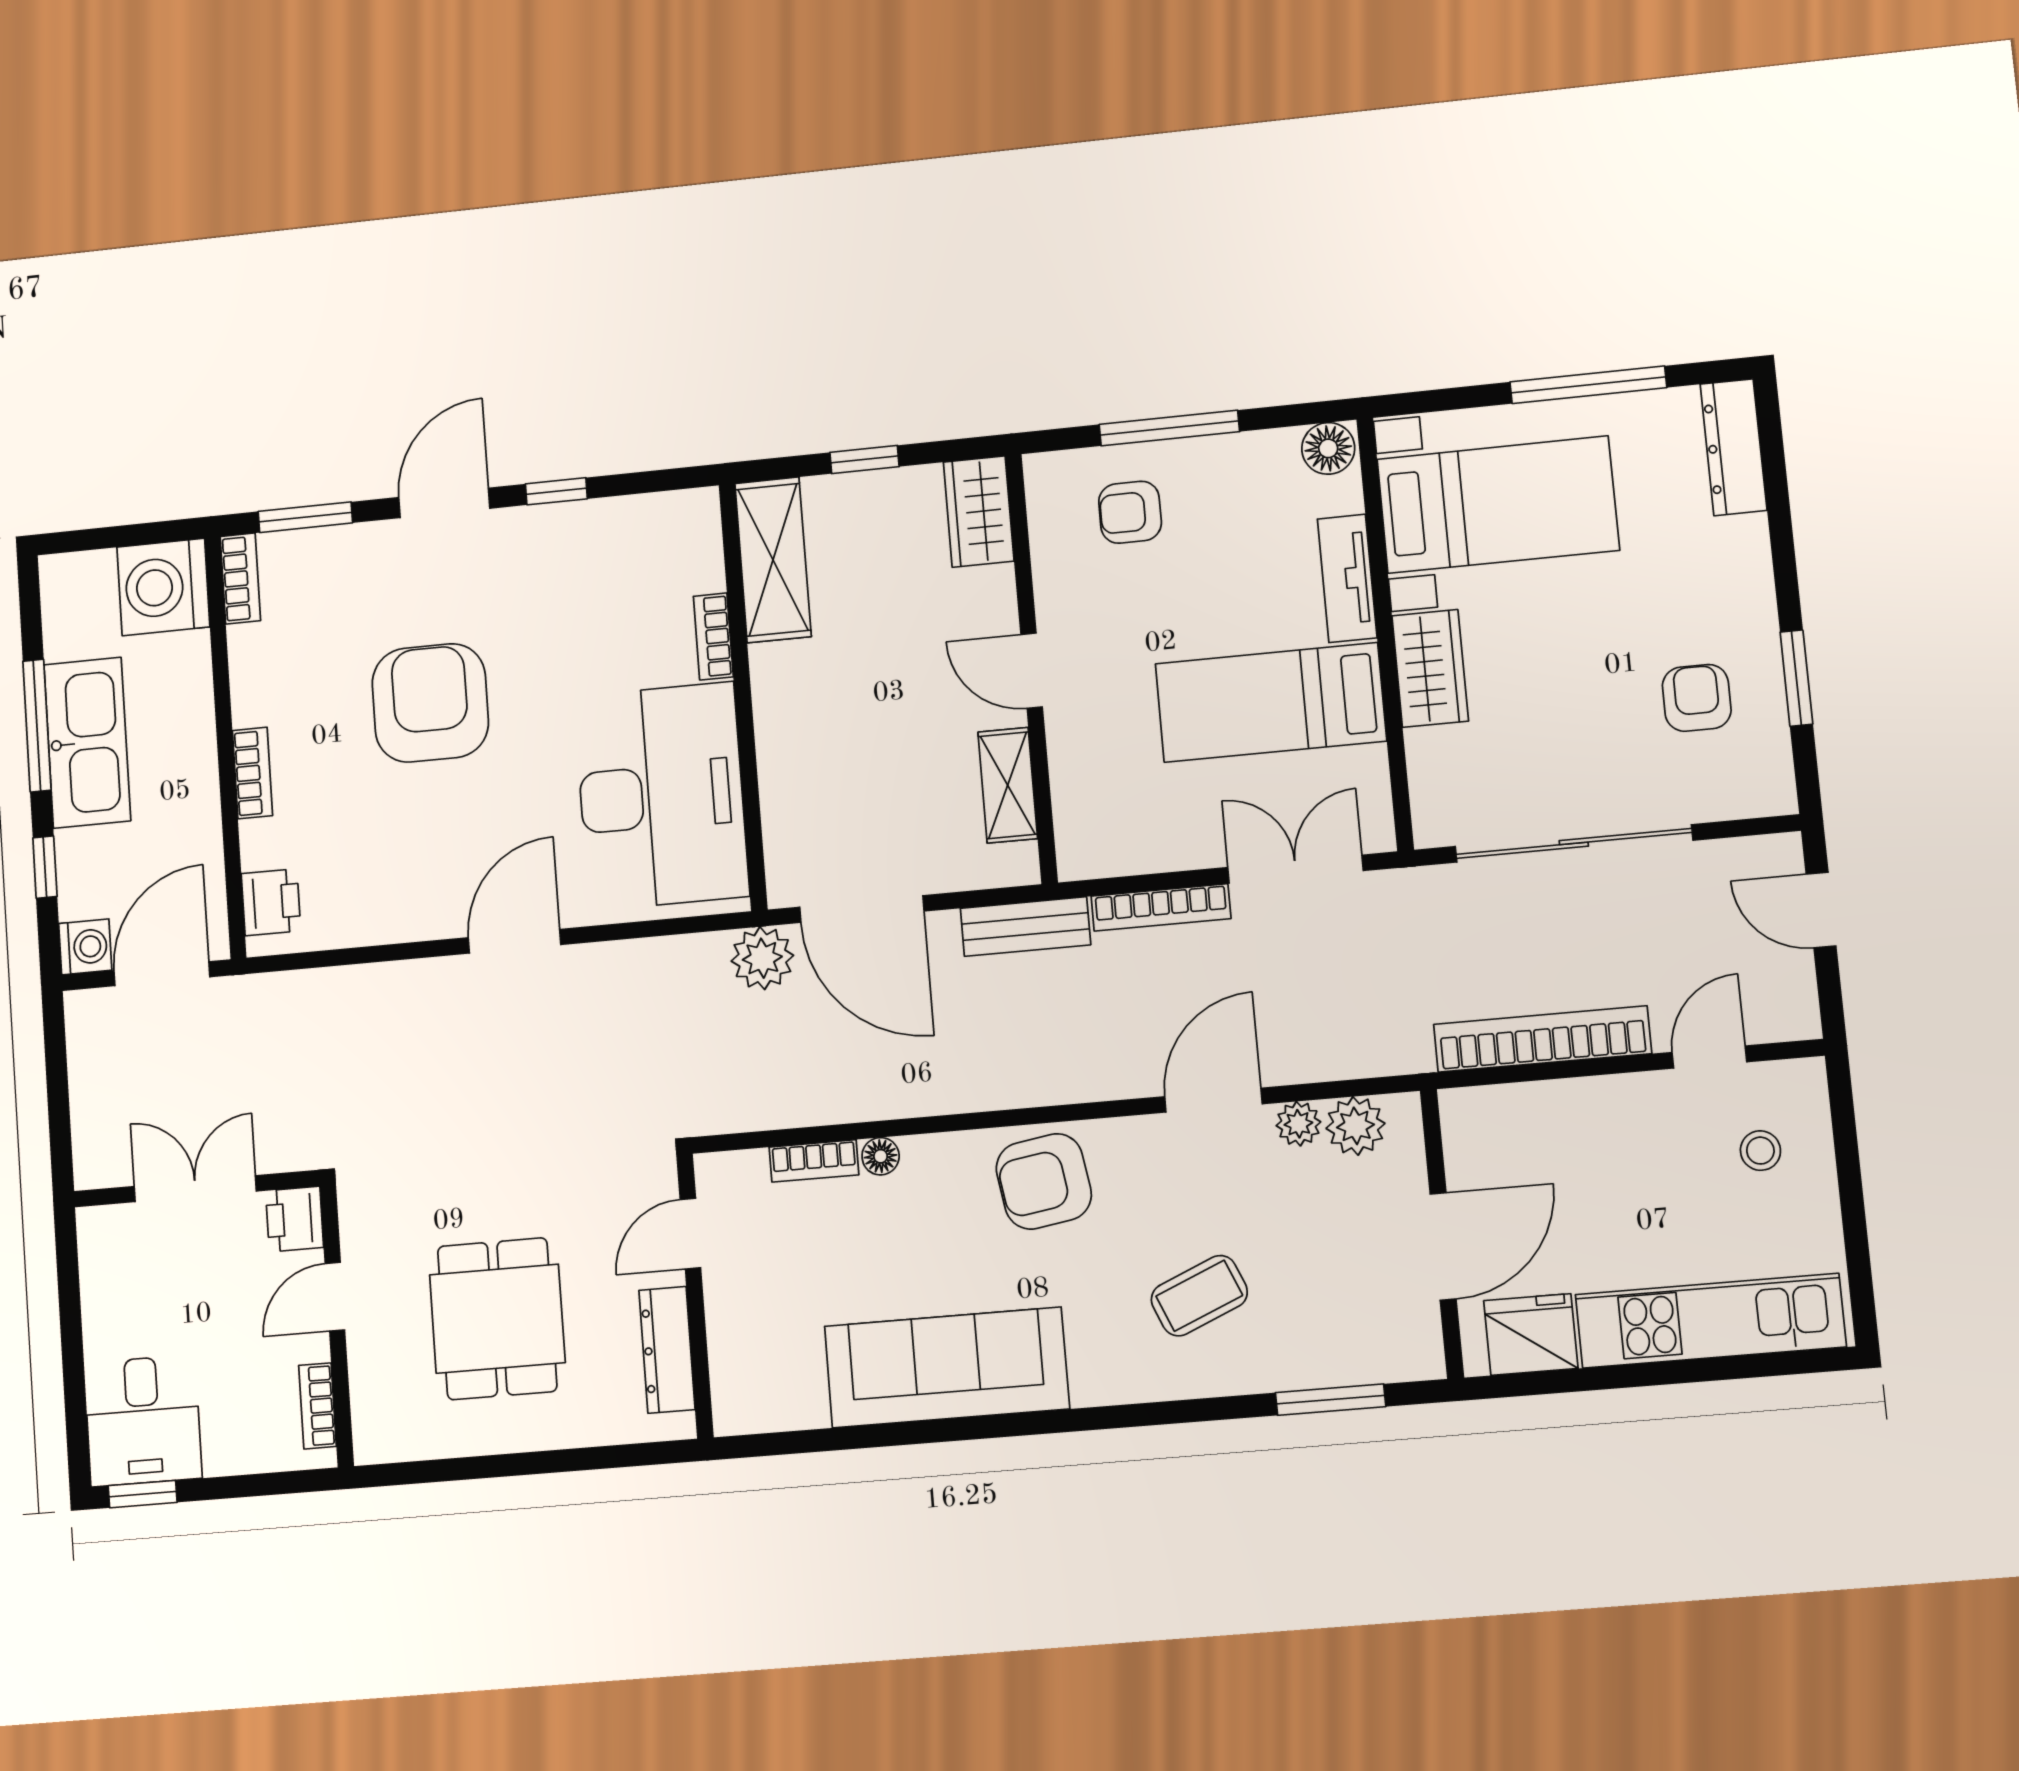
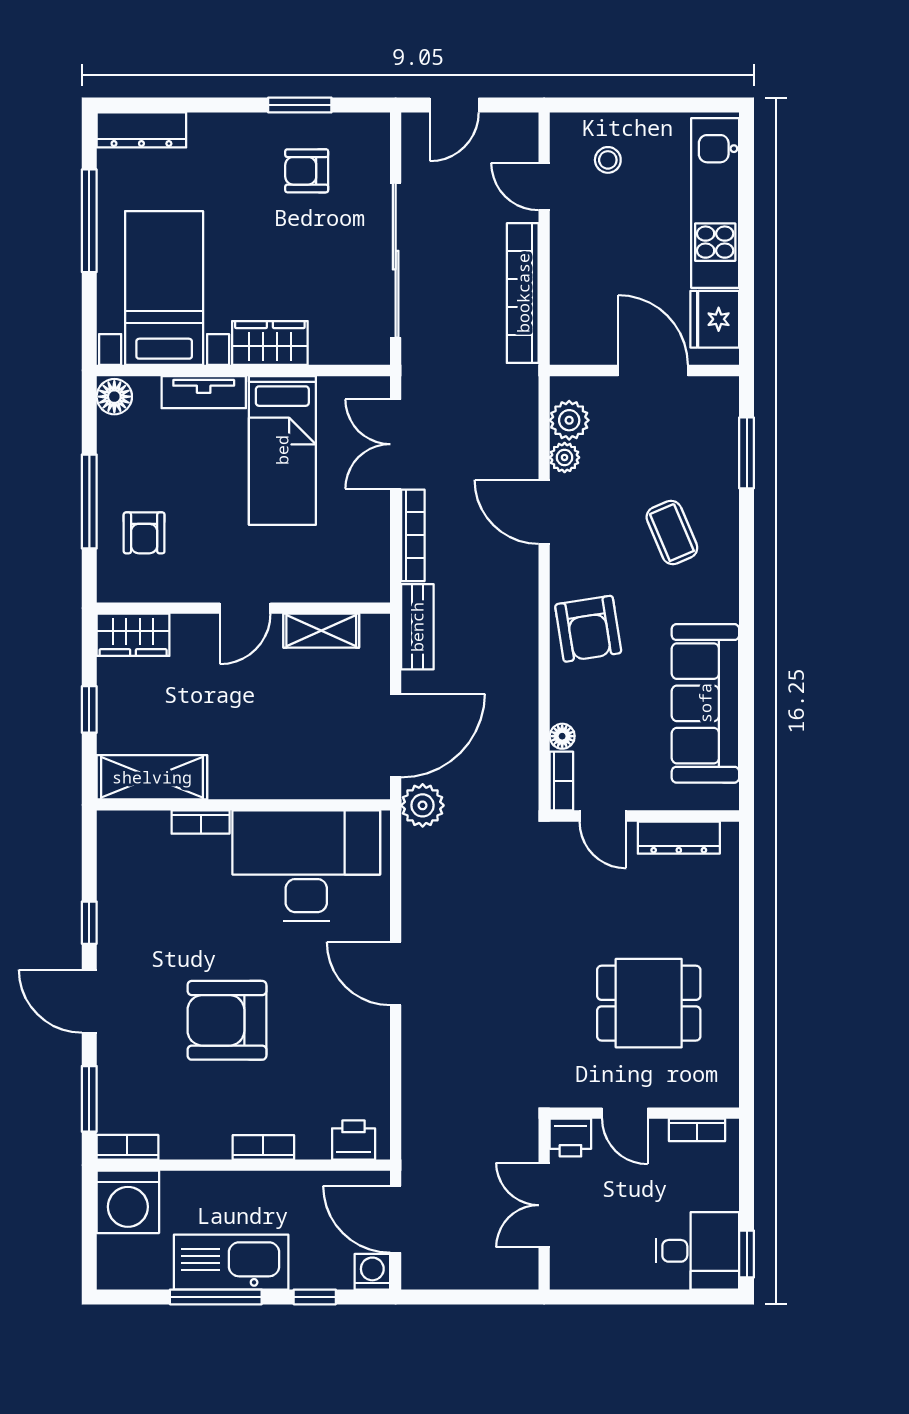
door: (690, 1234) -> (603, 816), moved
wall: (695, 1296) -> (644, 816), moved
dresser: (667, 1350) -> (679, 838), moved

